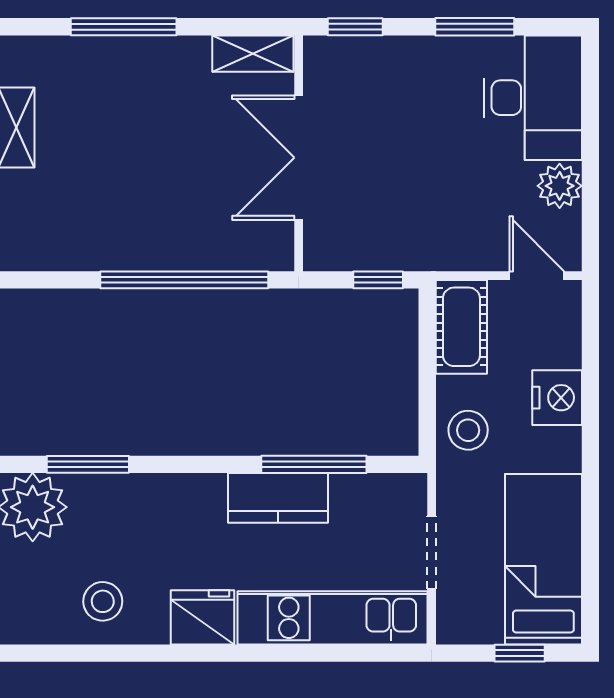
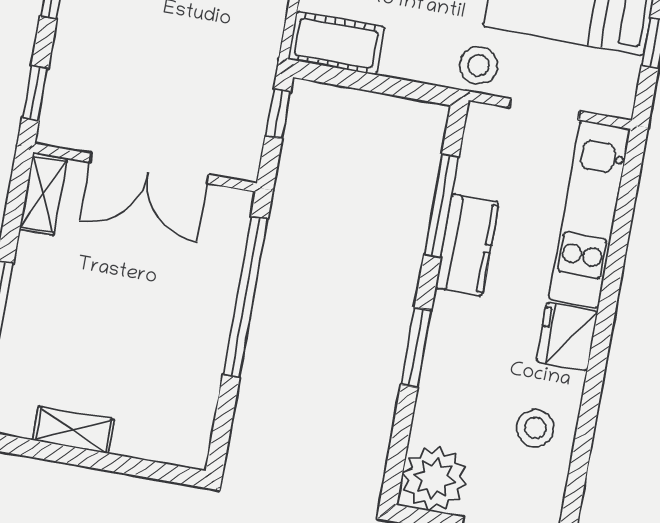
stool: (468, 430) -> (479, 65), moved
window: (88, 464) -> (416, 347), moved

